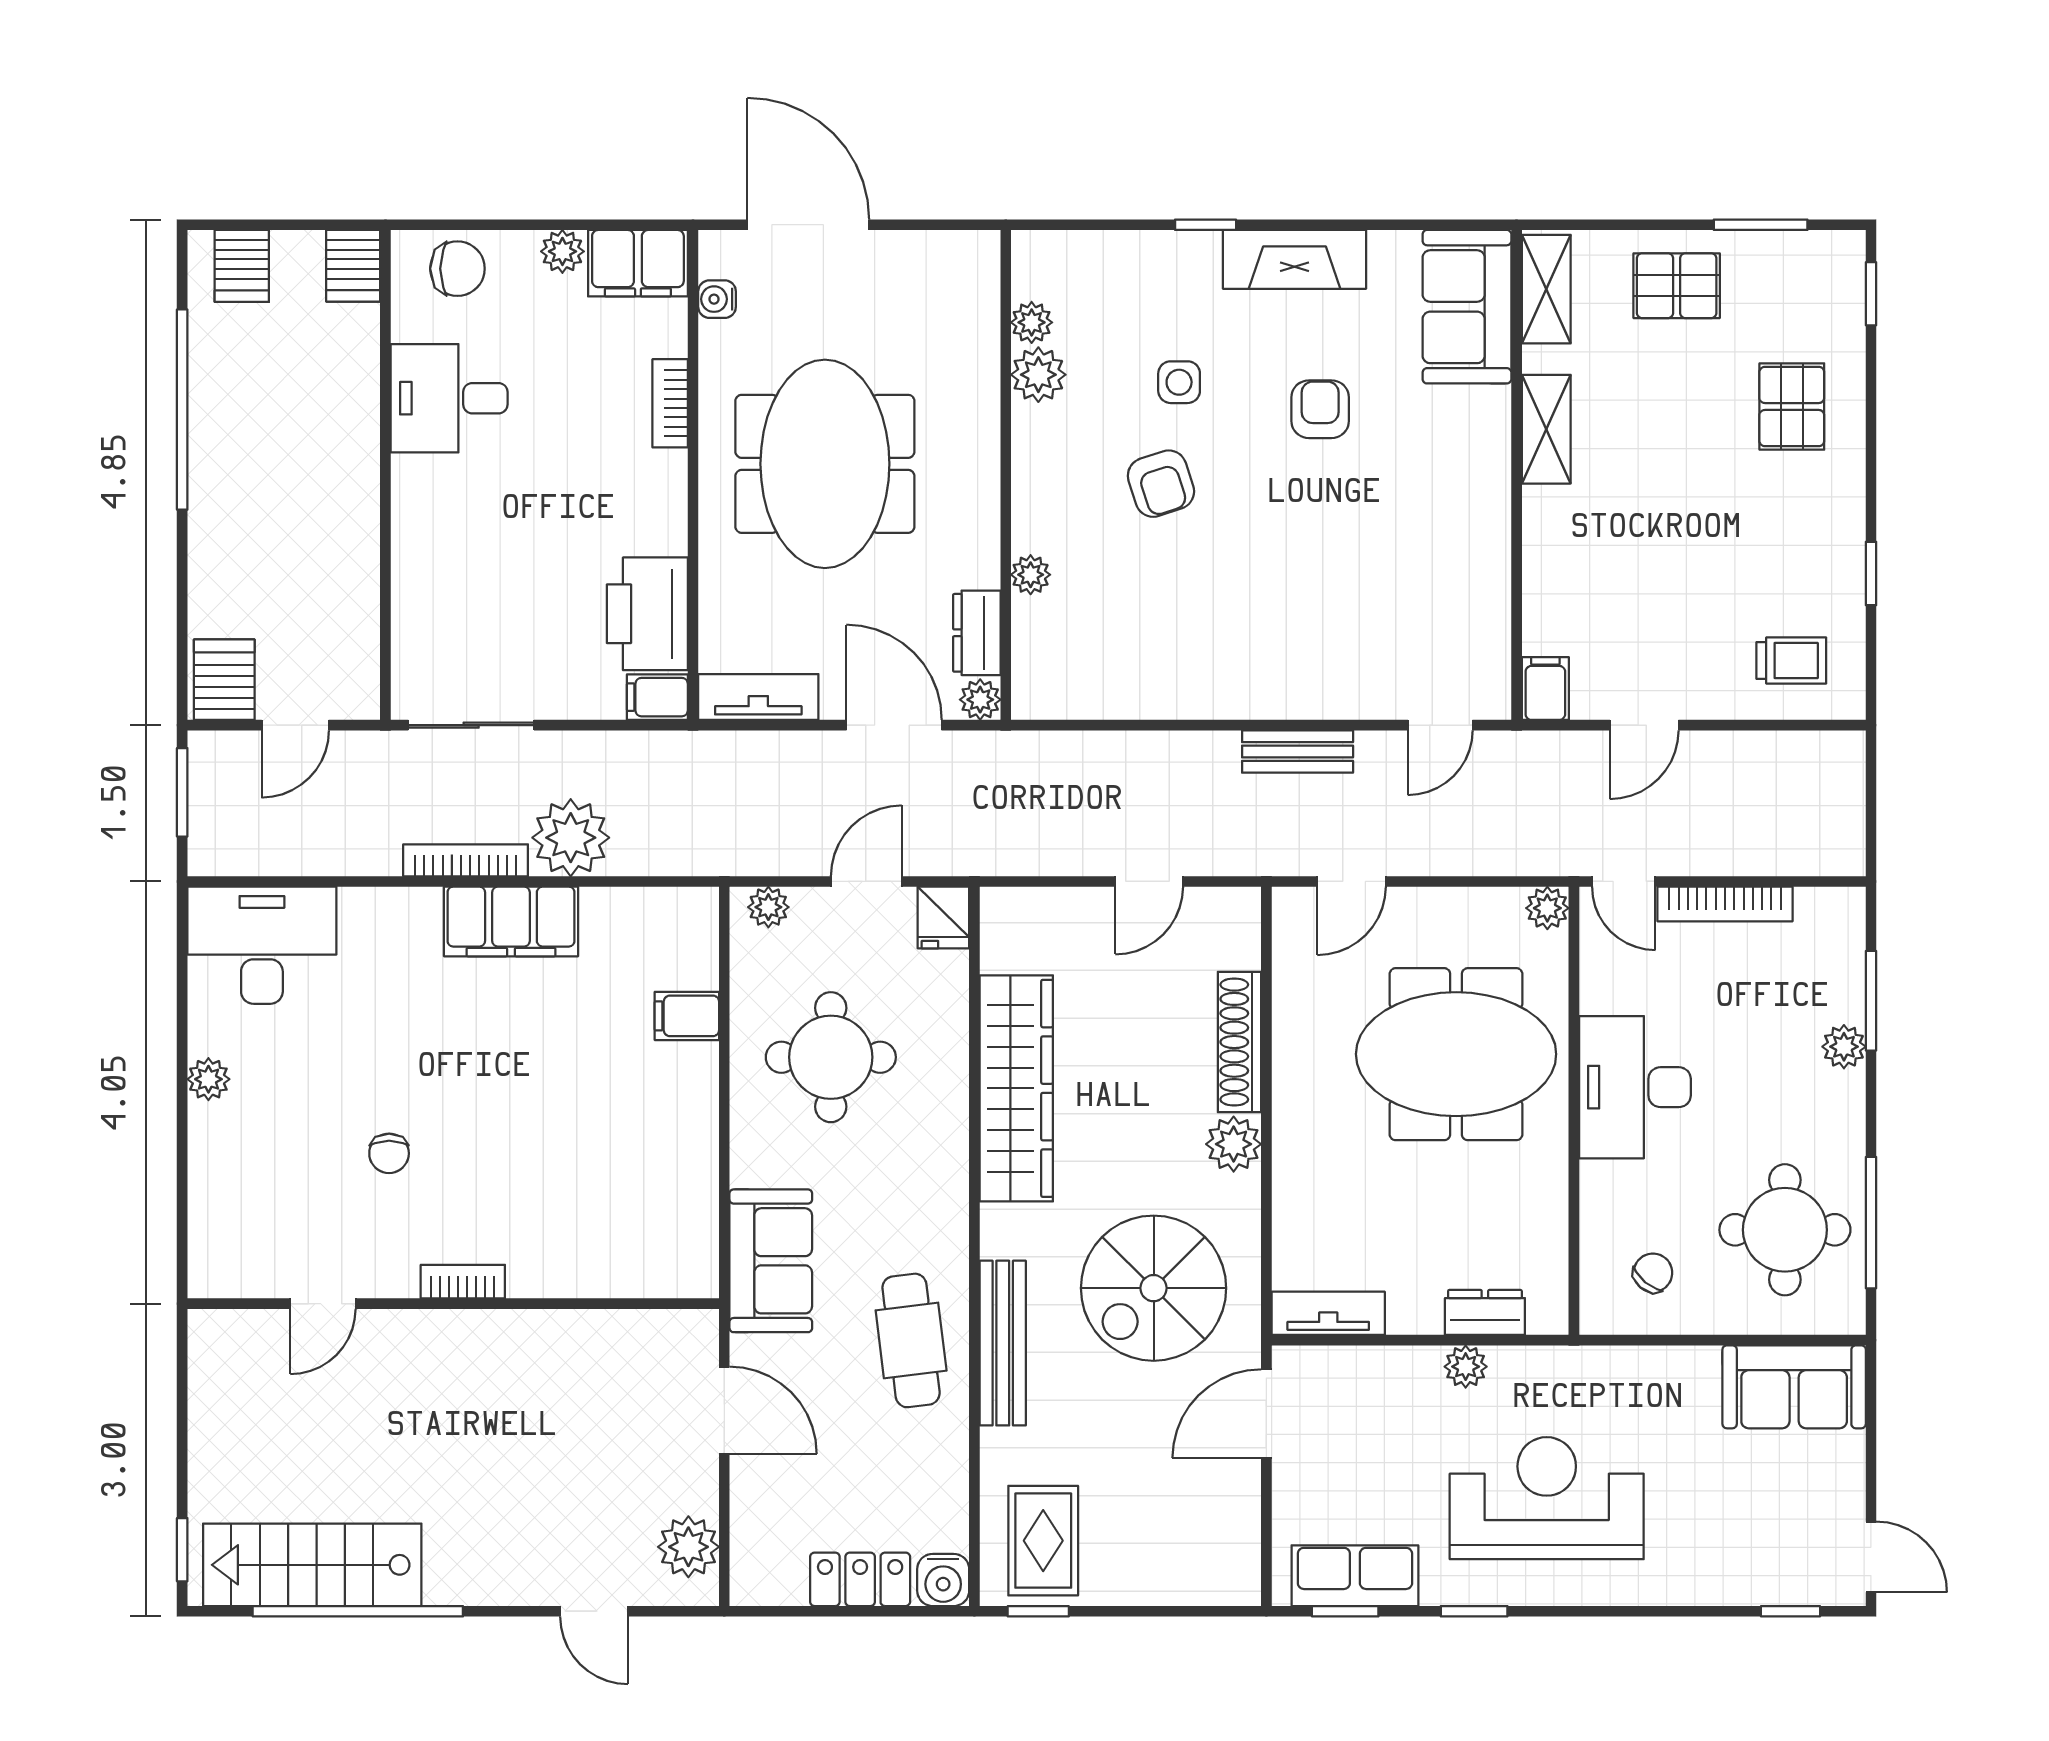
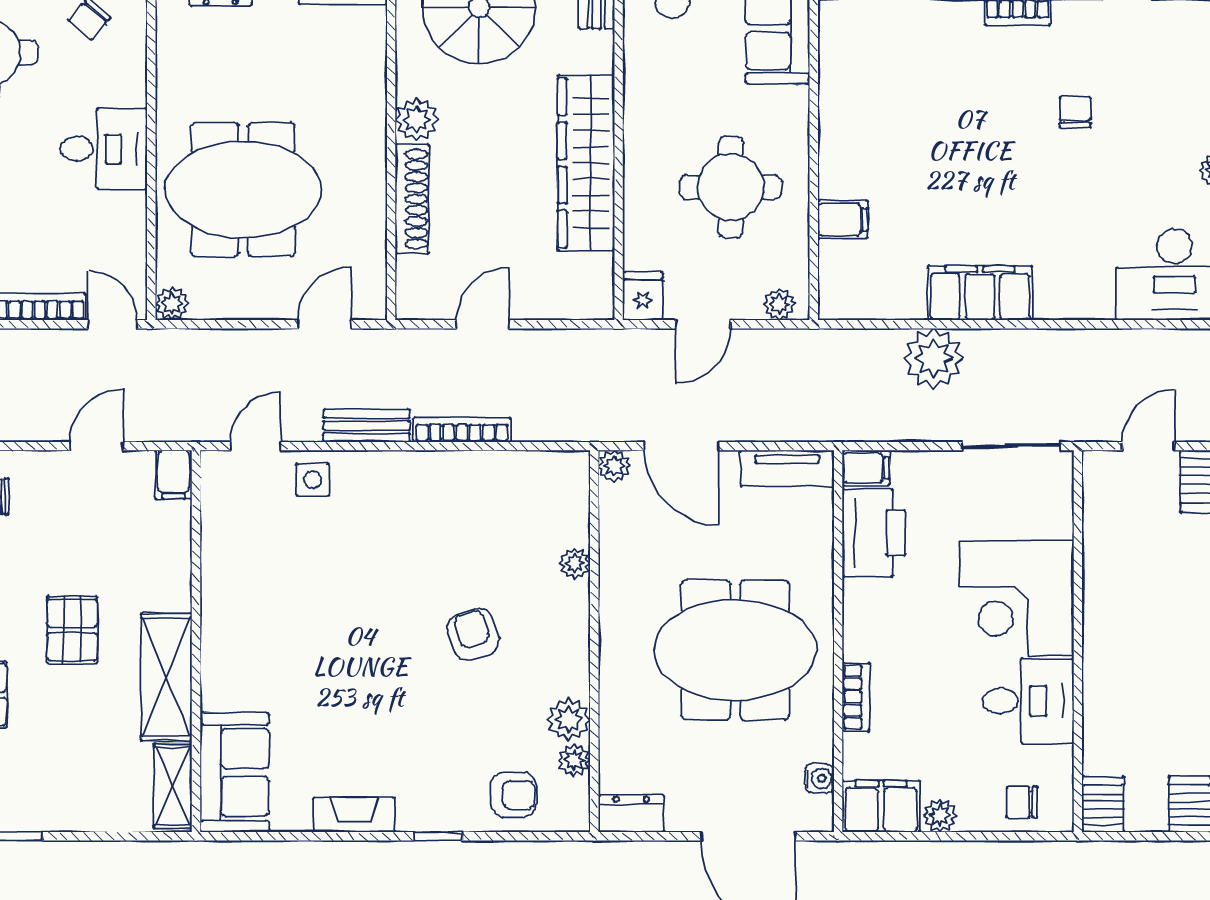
fireplace: (1295, 259) -> (354, 815), width x0.73, depth x0.76
chair: (457, 269) -> (1022, 802), width x0.73, depth x0.73
pallet: (1677, 286) -> (72, 630), moved, turned 90
side table: (1179, 382) -> (313, 480), moved
armchair: (1320, 409) -> (513, 795), moved, turned -90
shelving: (1546, 429) -> (166, 677), width x1.50, depth x1.33
meeting table: (825, 464) -> (735, 650), turned 90
corner desk: (464, 530) -> (1016, 598), added
dresser: (977, 633) -> (631, 814), moved, turned -90
bookcase: (466, 860) -> (462, 430), moved, turned 180
desk: (1635, 1087) -> (104, 149), width x0.73

